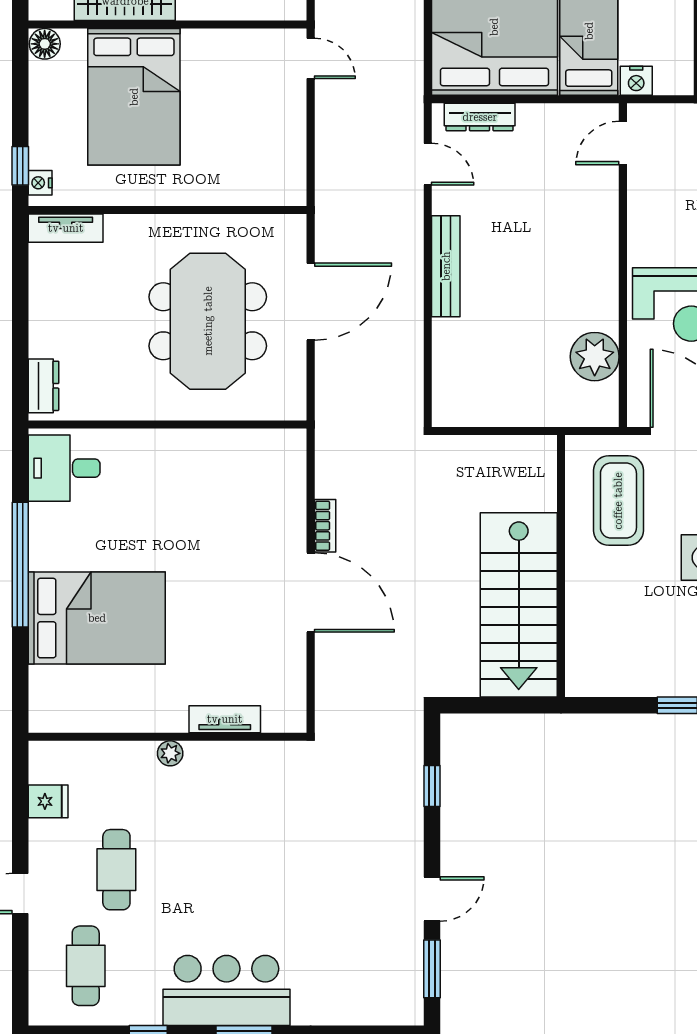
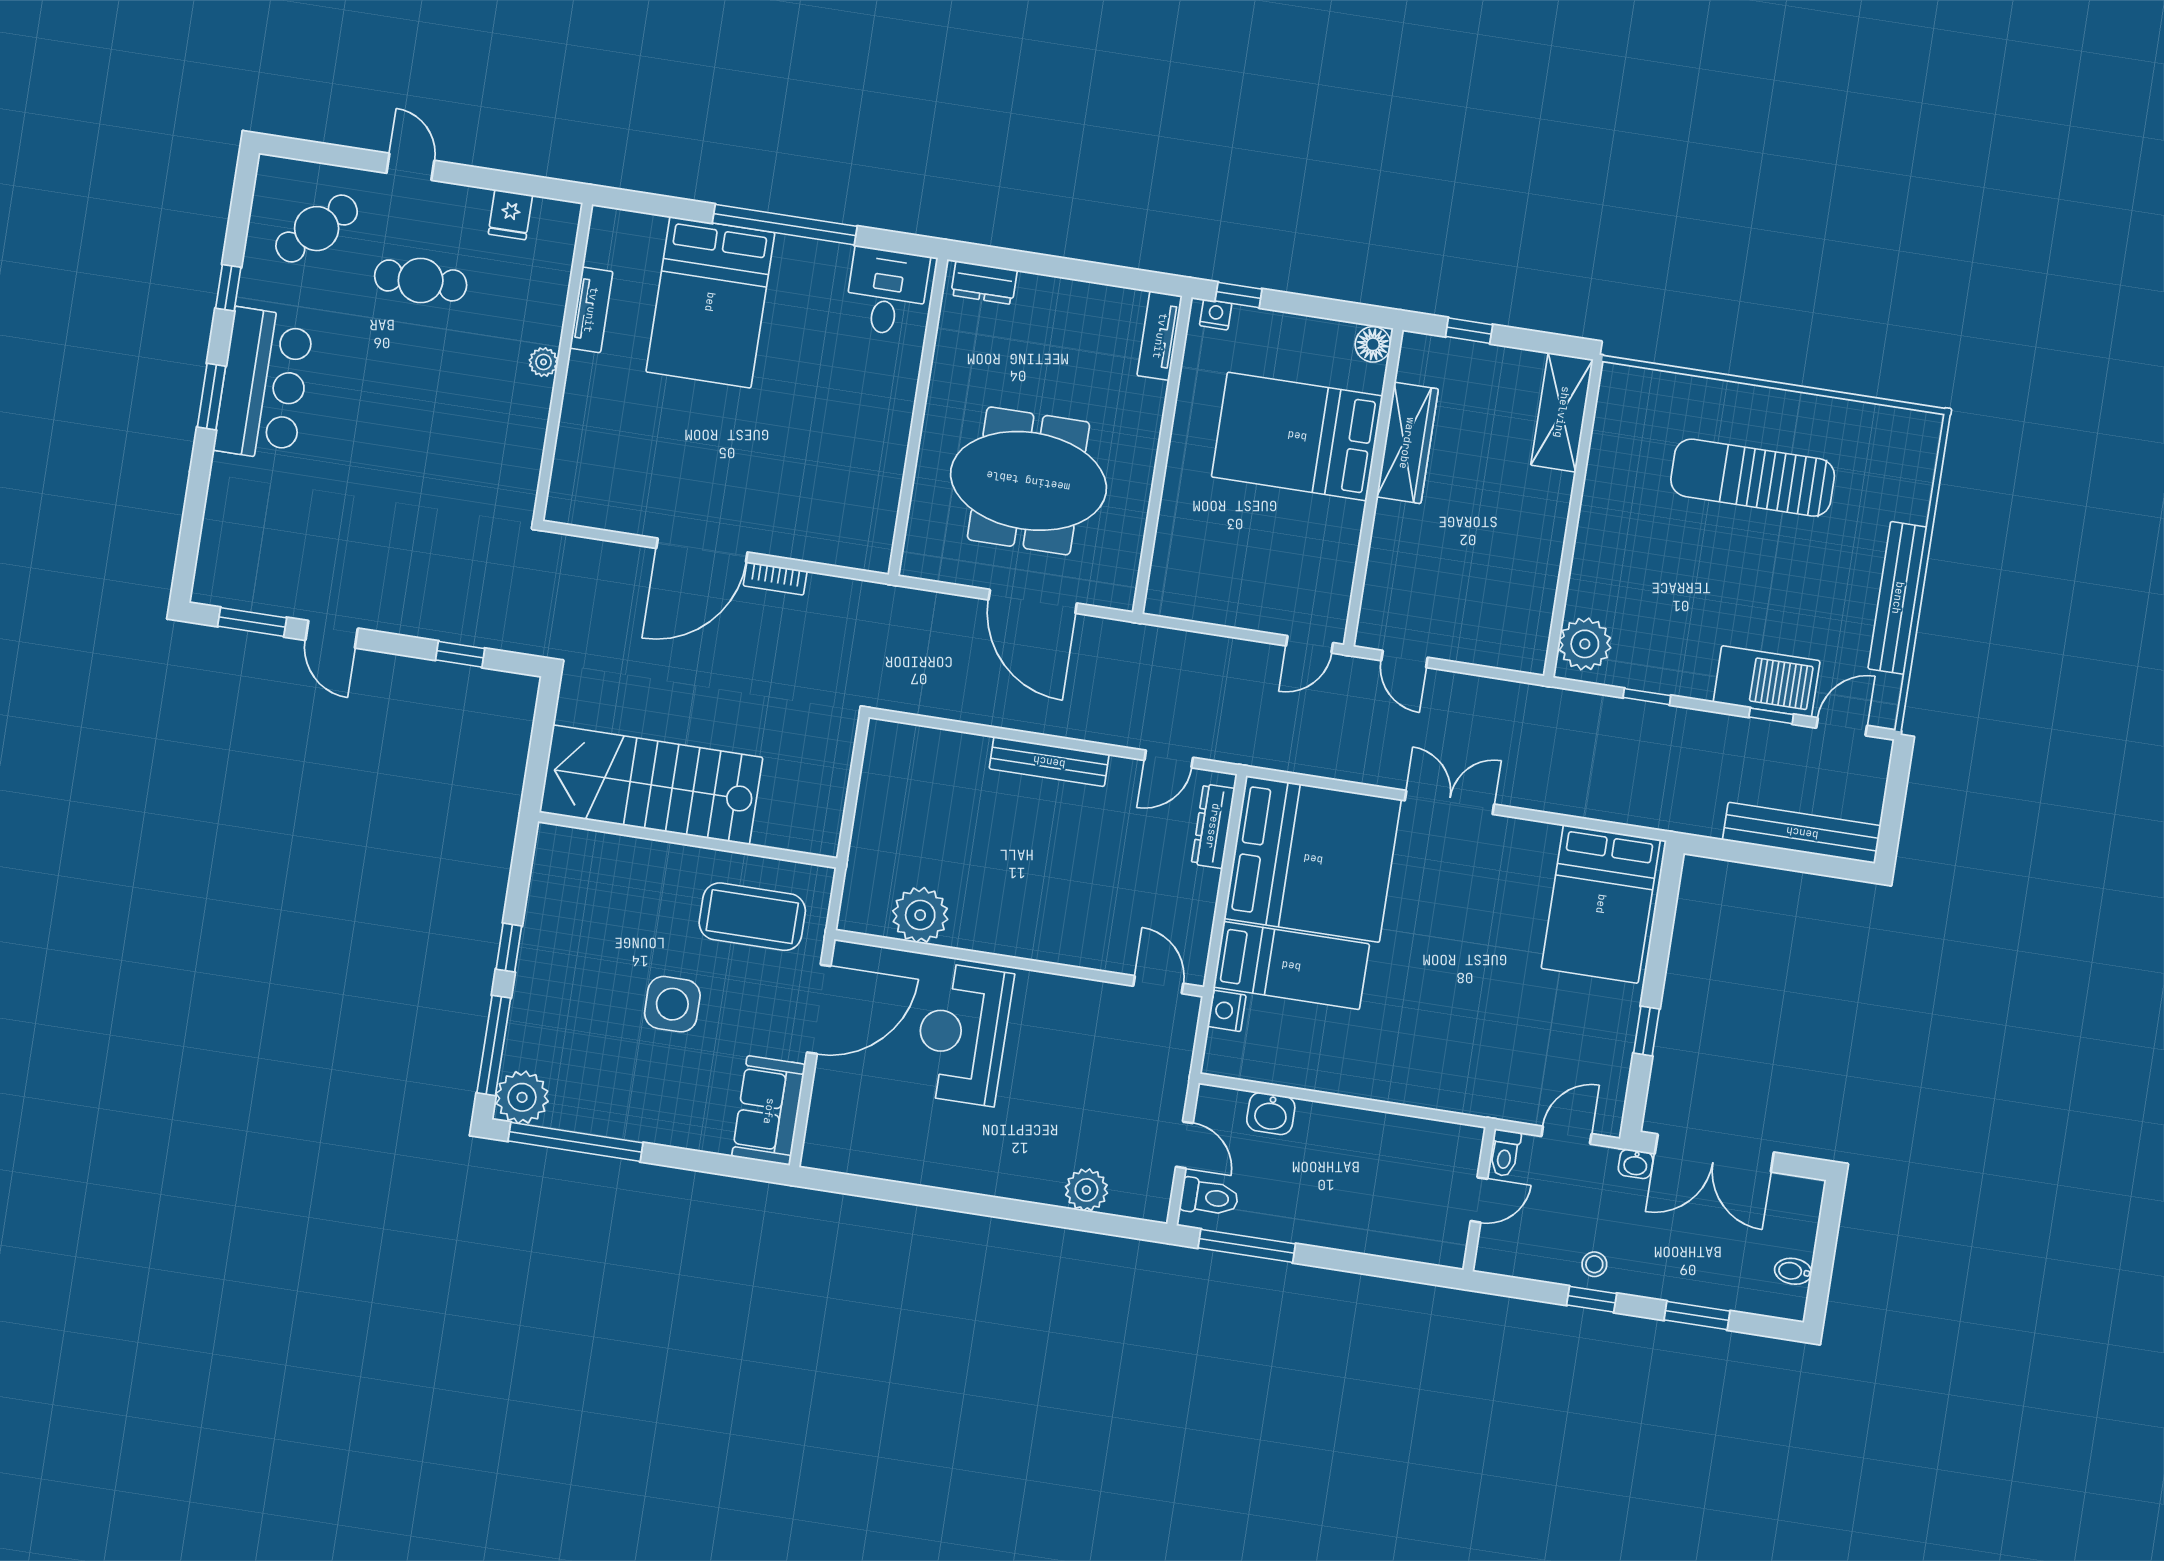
tv unit: (225, 719) -> (591, 310), moved
cafe table: (86, 966) -> (317, 229), turned -44

